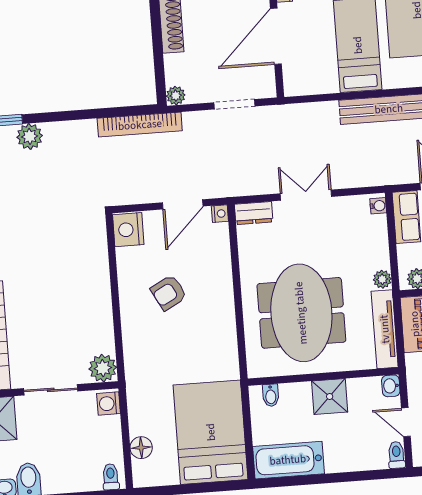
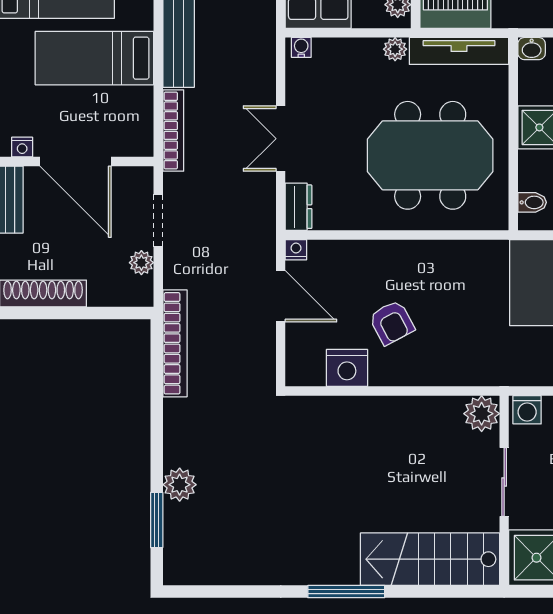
plant: (176, 96) -> (141, 263), moved
bookcase: (306, 111) -> (173, 130), added
nightstand: (128, 230) -> (347, 368), moved

